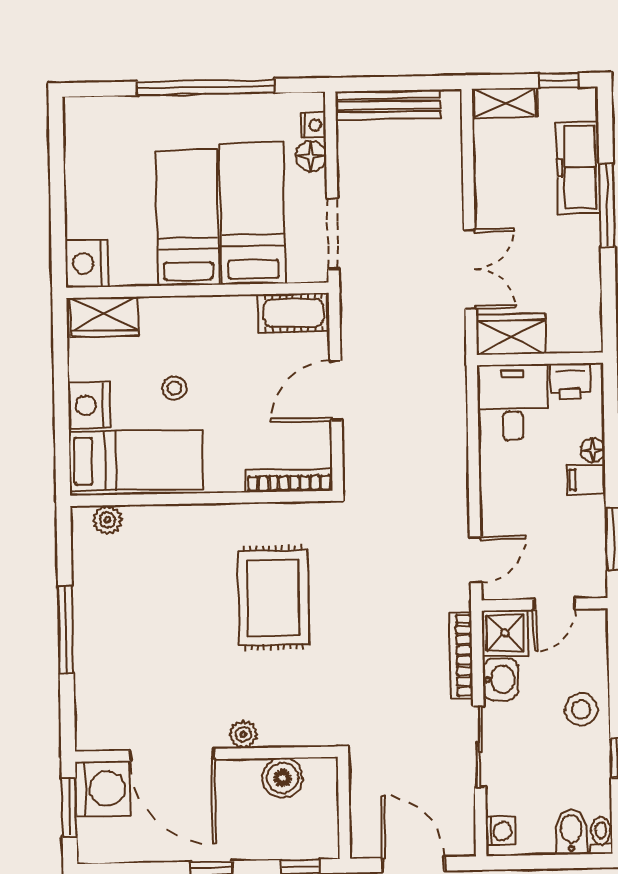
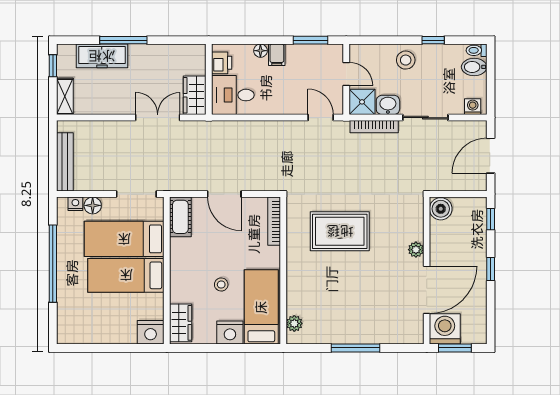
boiler: (283, 778) -> (441, 209), moved

